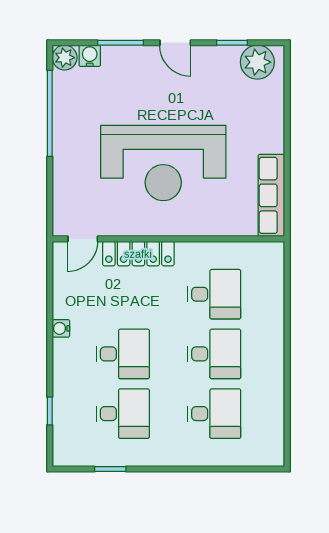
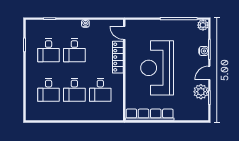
water cooler: (90, 56) -> (204, 51), moved
plant: (257, 62) -> (201, 92), moved
row of seats: (271, 195) -> (150, 115), width x1.36

